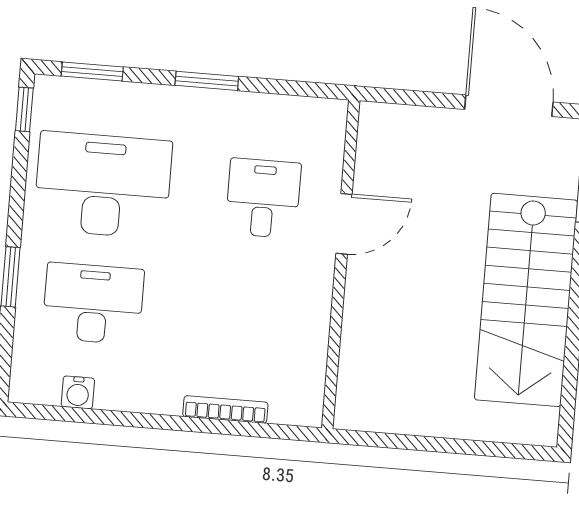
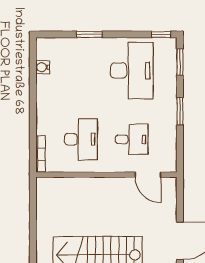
door: (344, 224) -> (148, 175), moved
desk: (93, 304) -> (81, 139), moved
bookcase: (225, 409) -> (40, 154), moved

